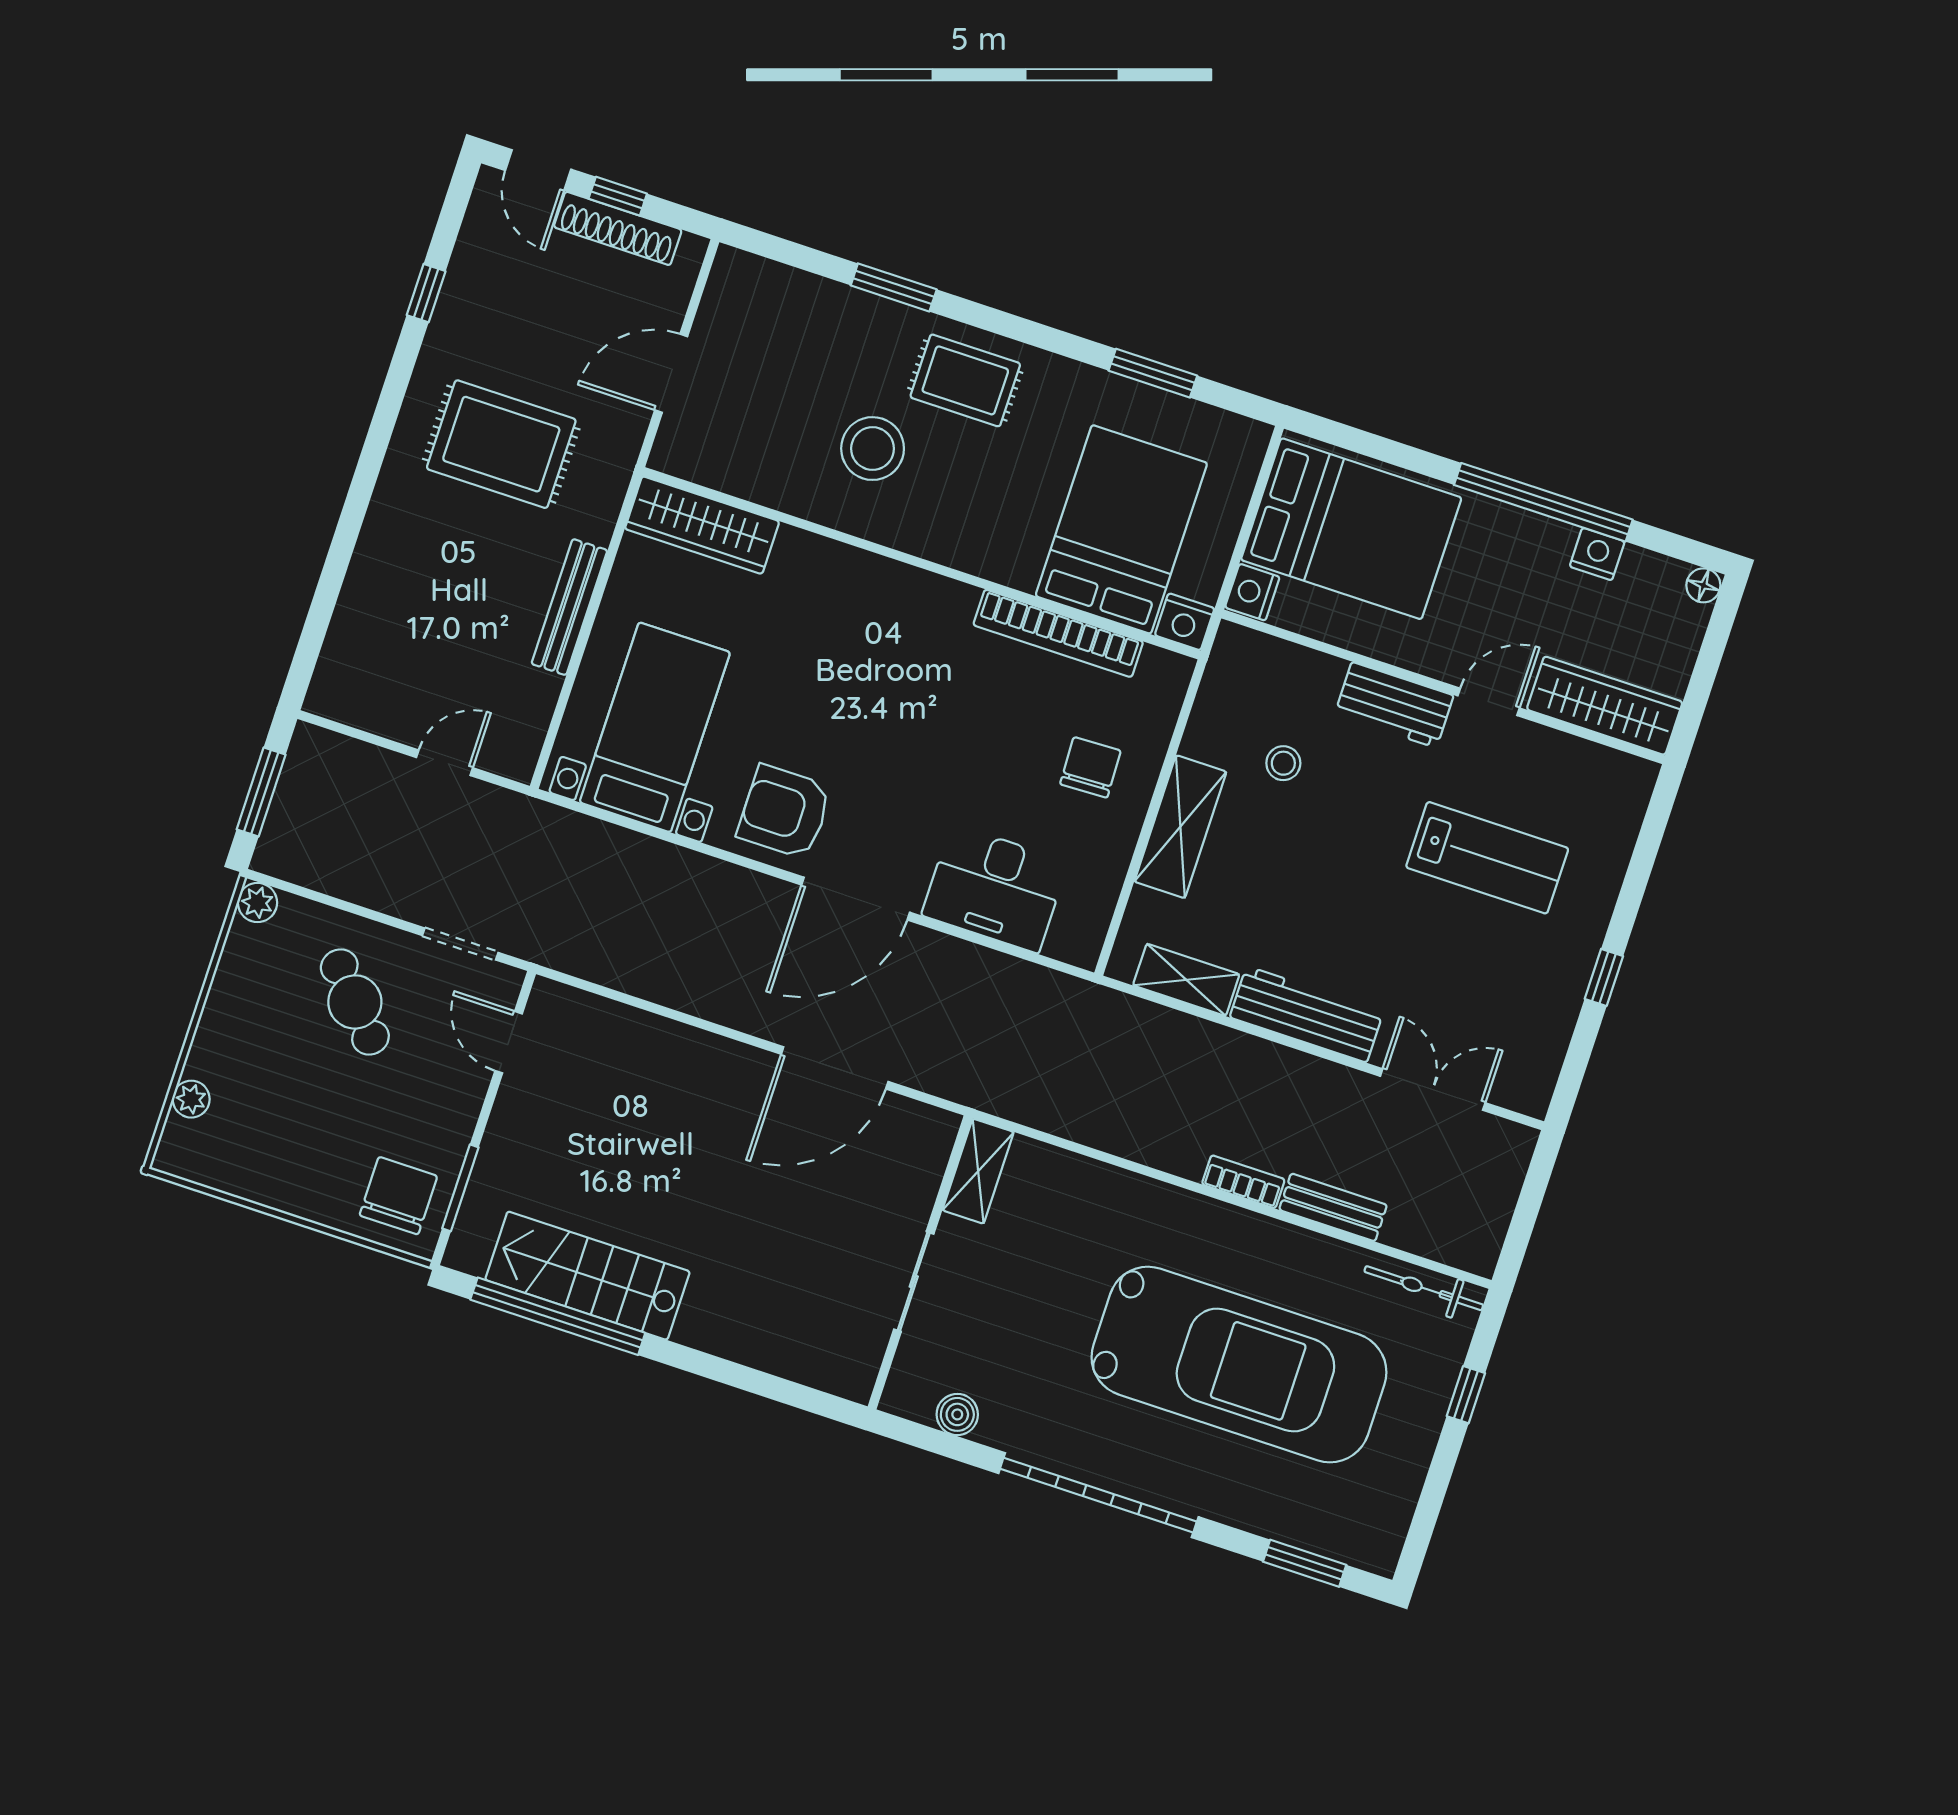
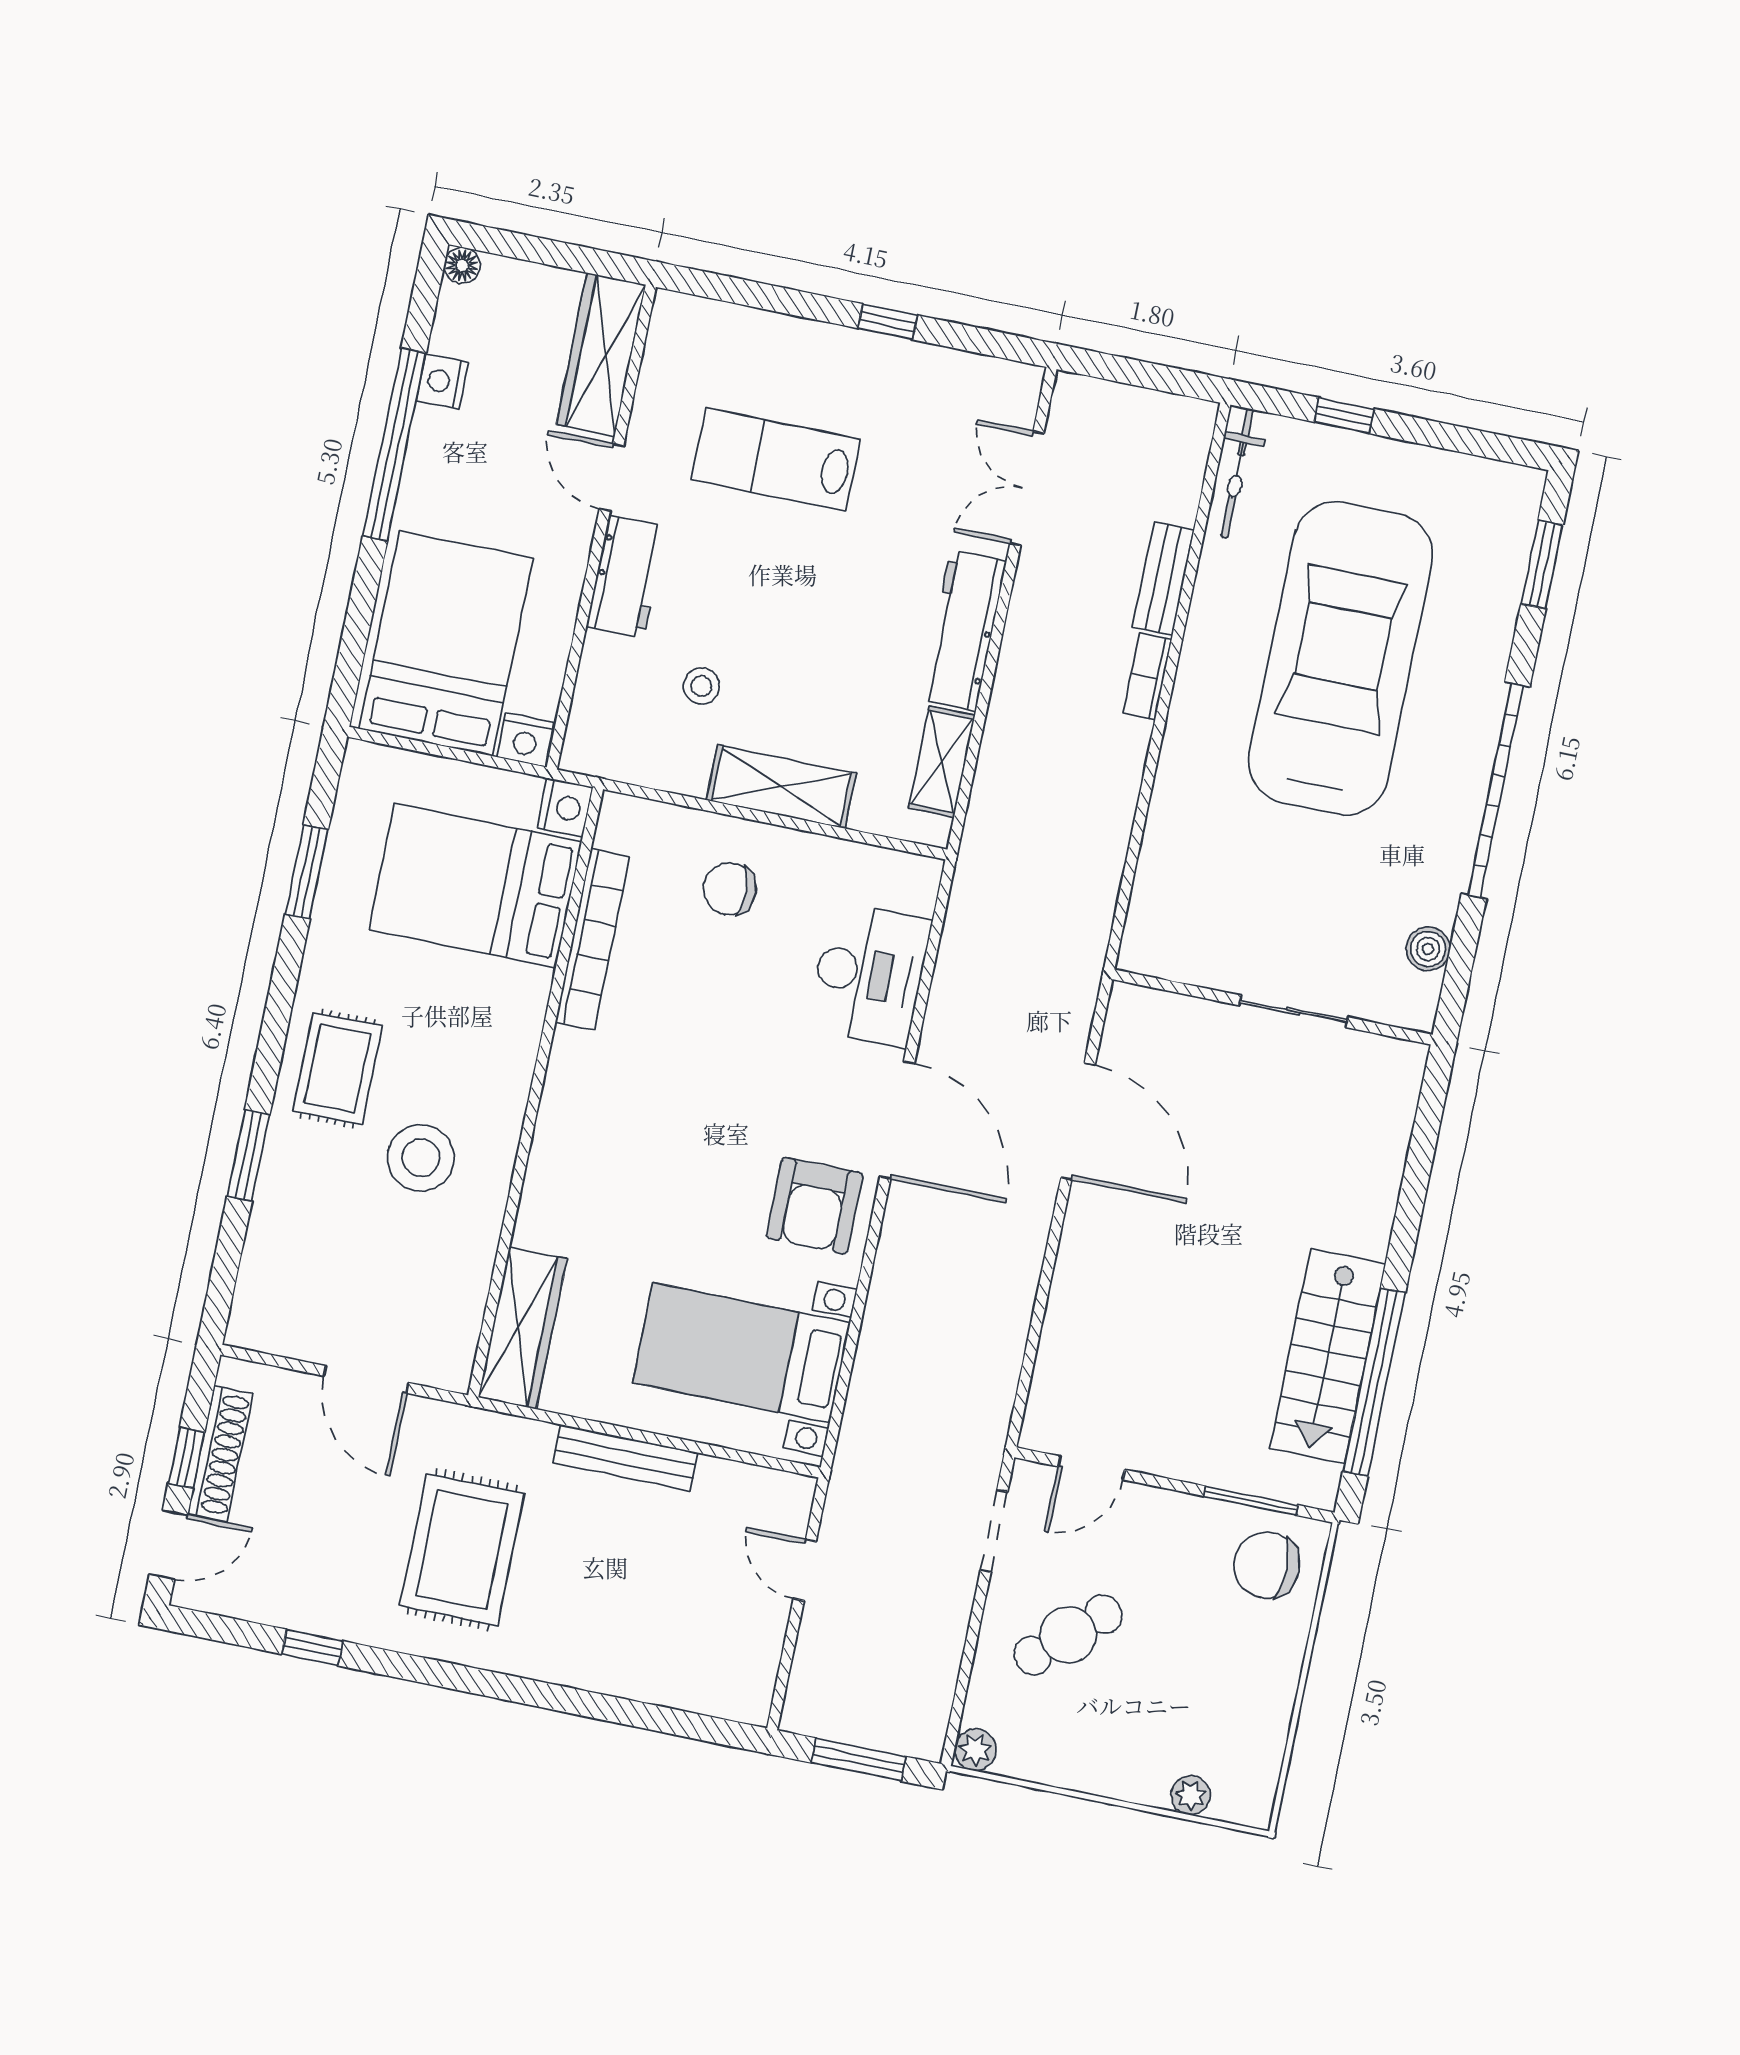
lab bench: (1487, 858) -> (776, 460), turned -90
shelving: (978, 1171) -> (1169, 957), removed

